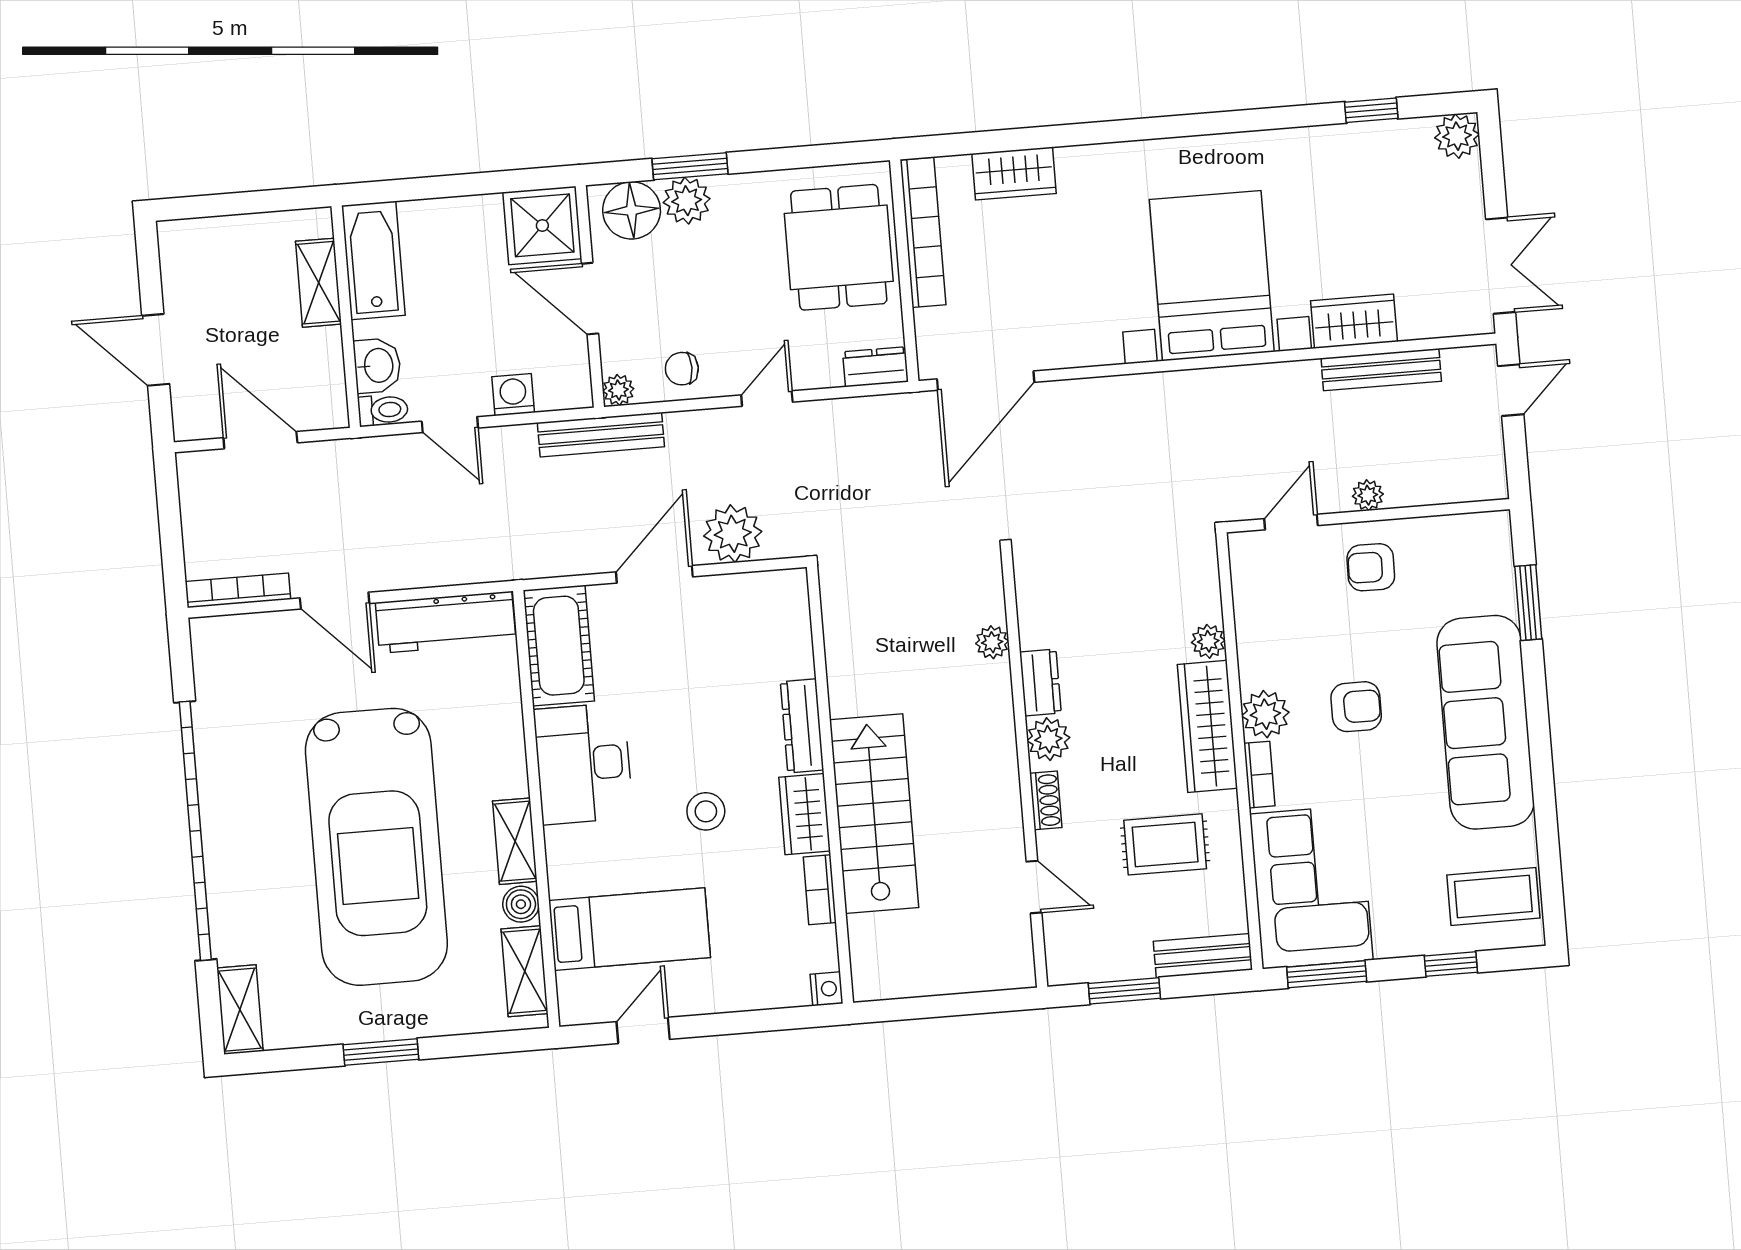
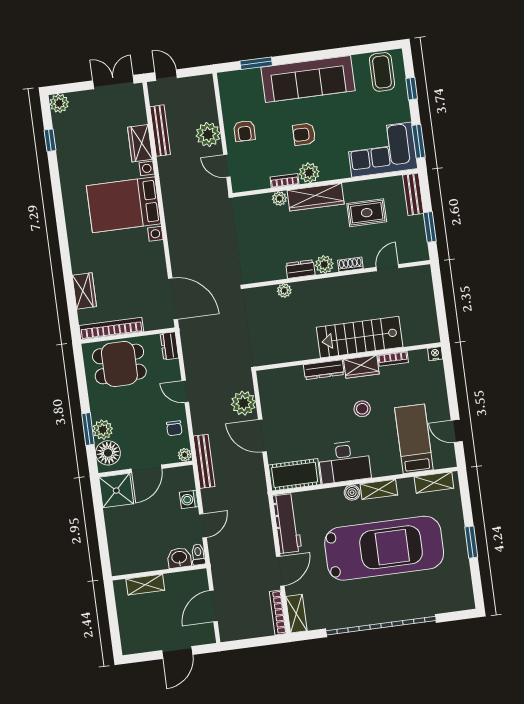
bathtub: (373, 260) -> (135, 562), removed
plant: (1368, 495) -> (208, 134), width x1.87, depth x1.87
armchair: (1356, 707) -> (304, 134), turned -90
bookcase: (1259, 775) -> (284, 181), moved
rug: (1165, 844) -> (367, 213), turned 90
boiler: (521, 904) -> (352, 493), moved
shelving: (240, 1010) -> (296, 614), moved, turned 90

